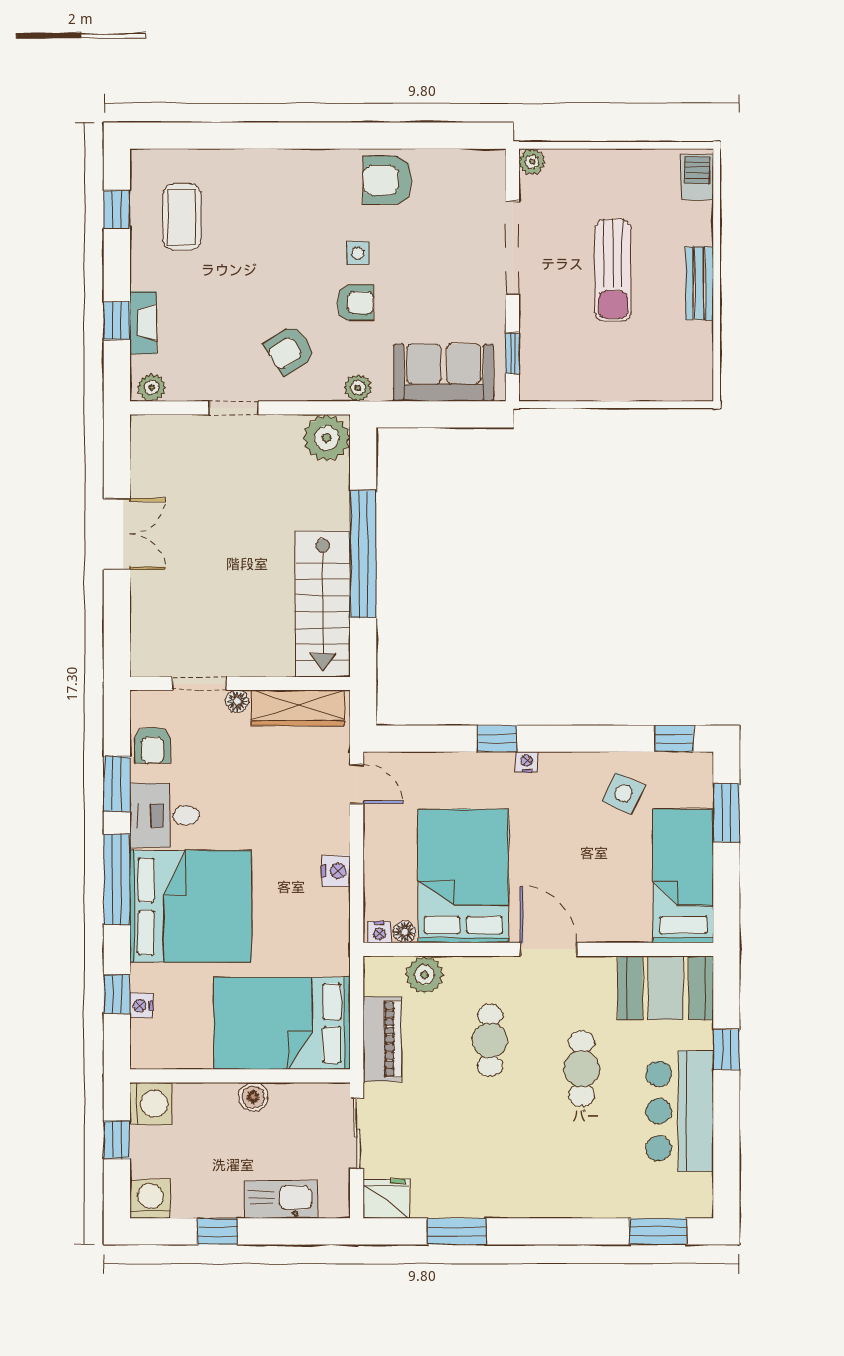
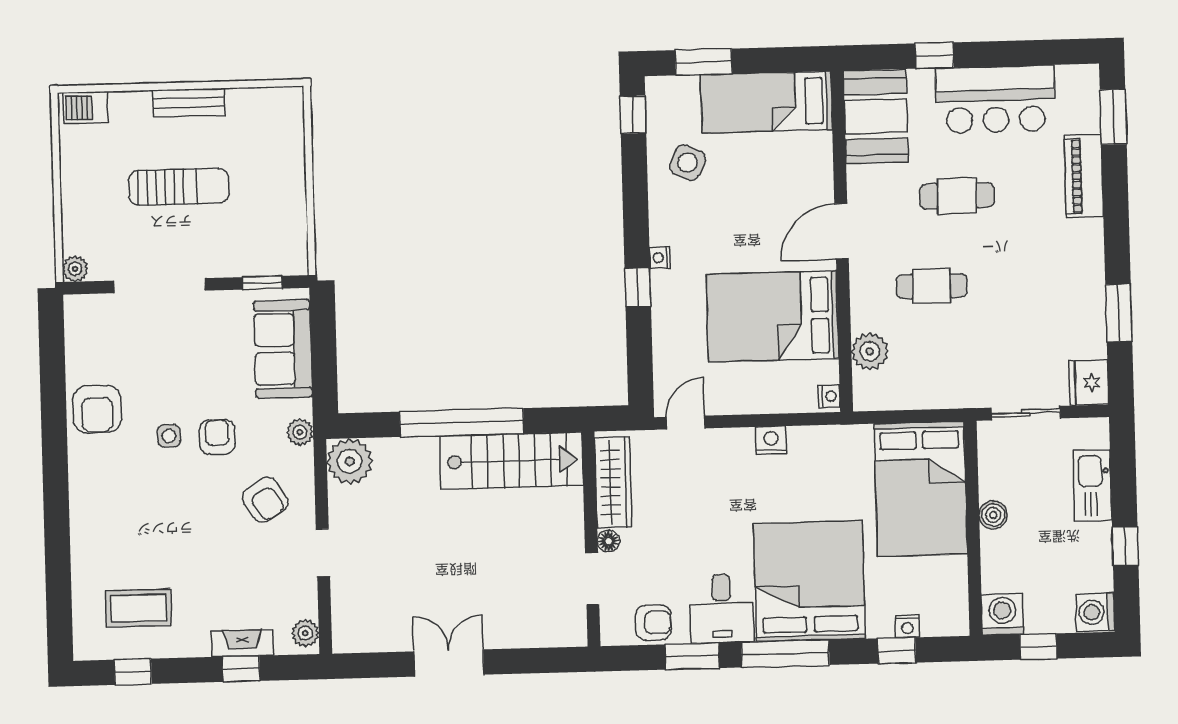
floor lamp: (405, 932) -> (828, 372), removed
piano: (382, 1039) -> (1084, 176), moved, turned -90

